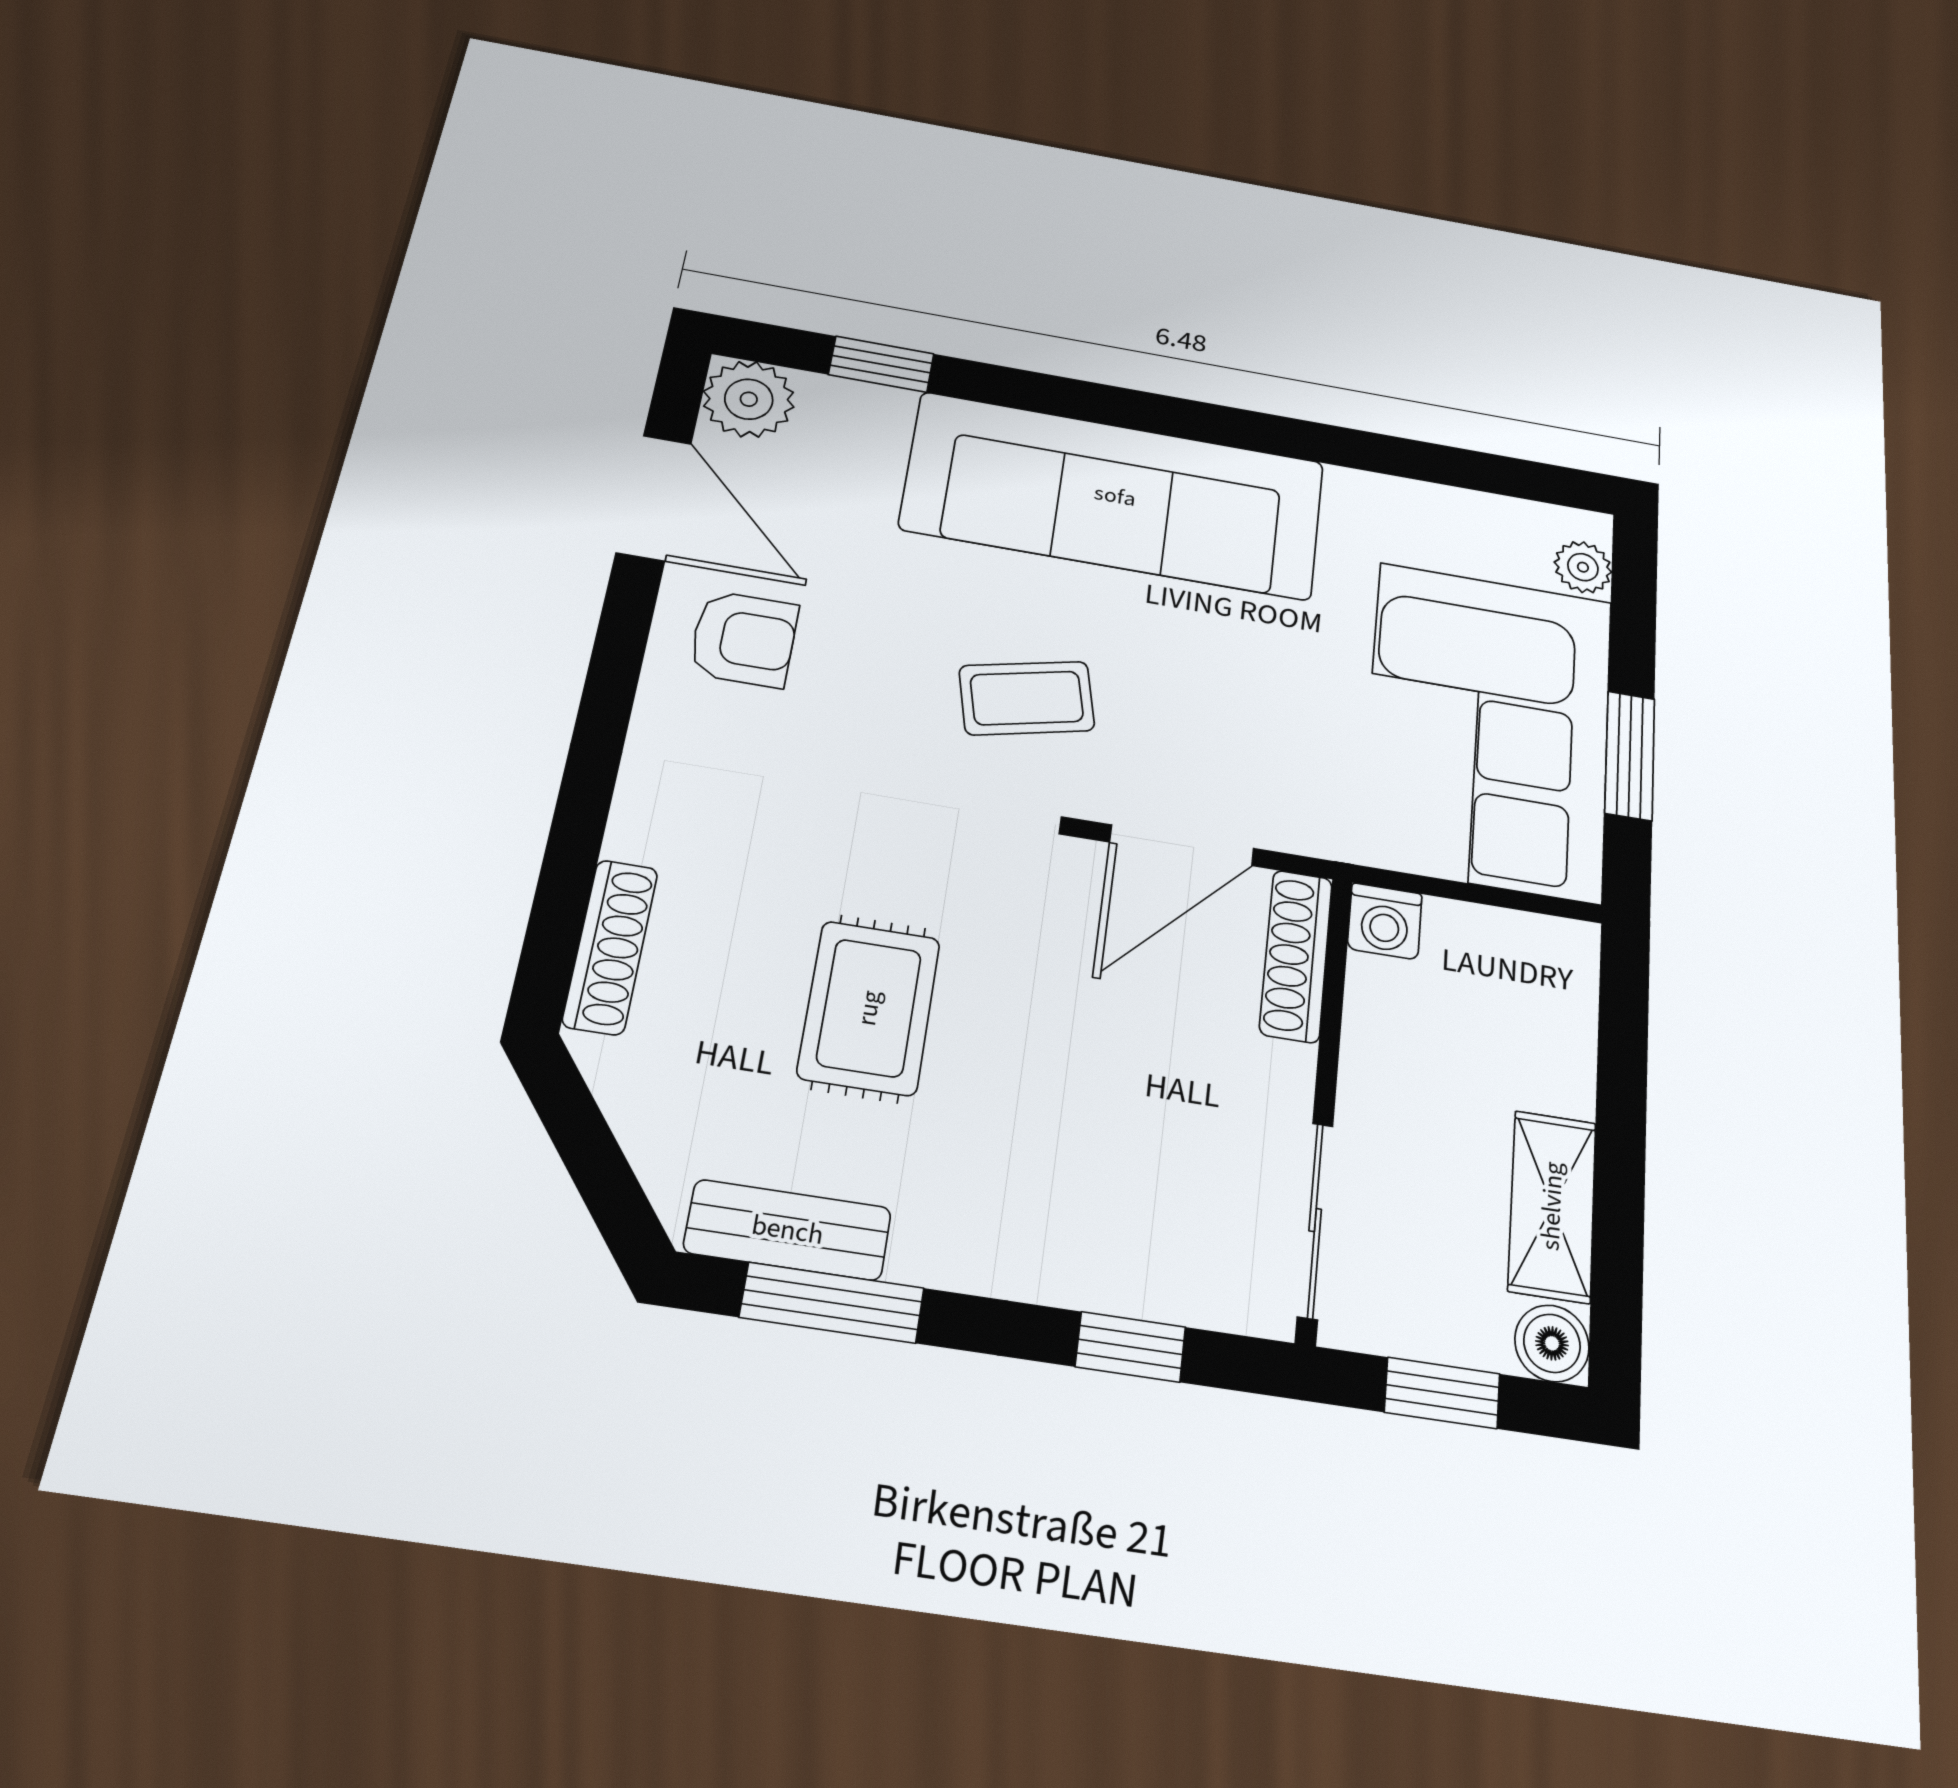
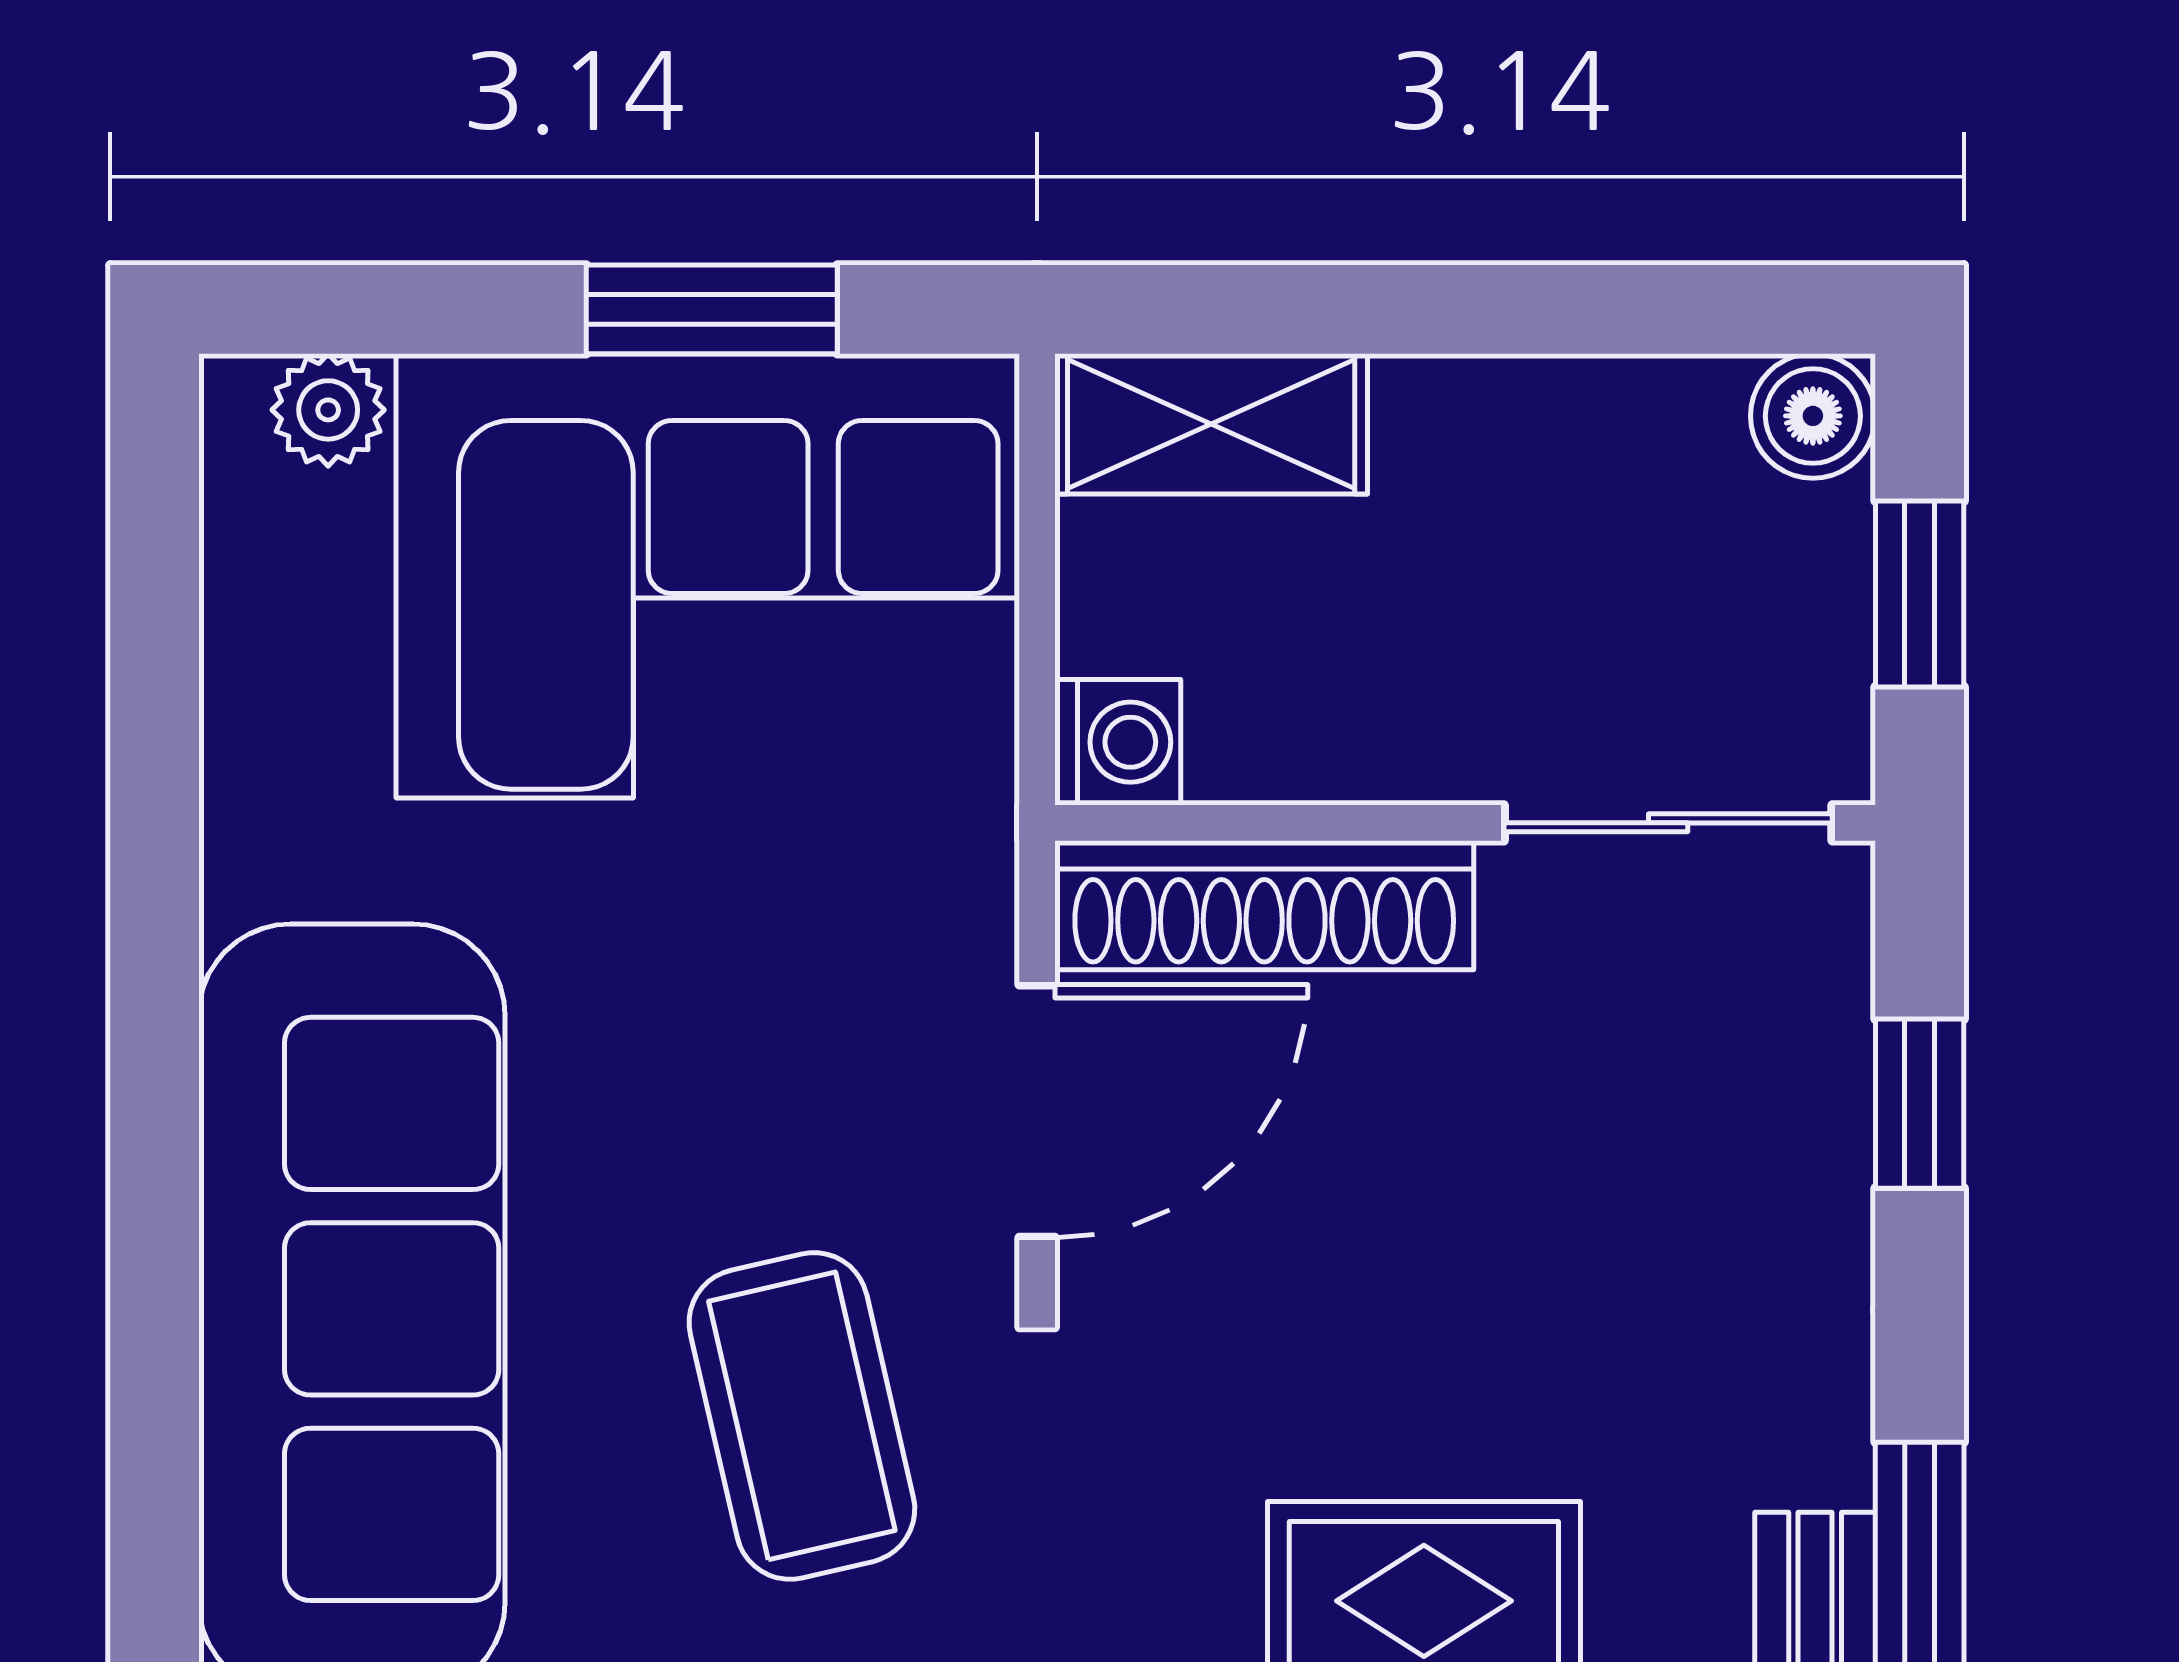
coffee table: (1027, 698) -> (802, 1416), width x1.36, depth x1.30
door: (1182, 845) -> (1037, 1111), hinge flipped
shoe rack: (1296, 956) -> (1264, 905), width x1.36, depth x1.24
shelving: (1552, 1206) -> (1211, 424), moved

